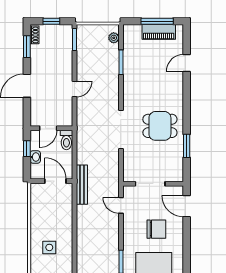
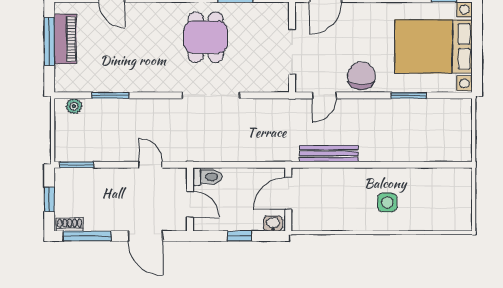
window: (27, 47) -> (87, 236), width x1.44
door: (48, 128) -> (190, 204), moved
wall: (51, 128) -> (190, 199), moved
toilet: (66, 140) -> (207, 177), moved
washbasin: (35, 157) -> (273, 224), moved
bench: (82, 185) -> (329, 154), moved
chair: (156, 229) -> (361, 76), moved

